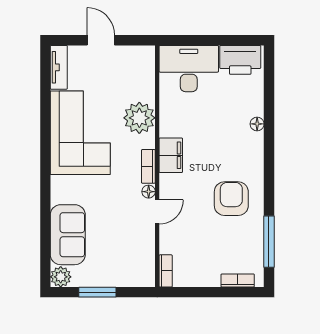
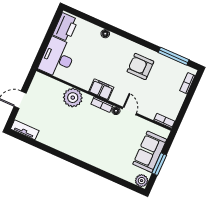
corner sofa: (80, 133) -> (66, 134), removed
sofa: (68, 235) -> (150, 152), moved, turned -90

